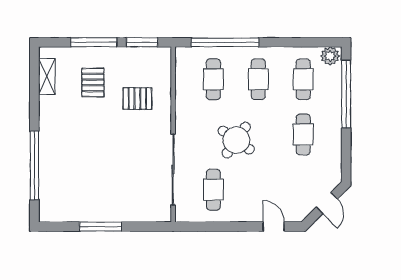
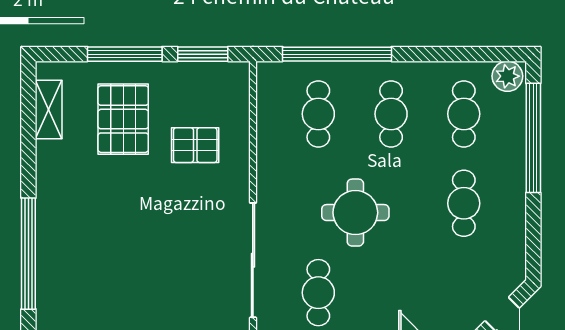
pallet: (93, 82) -> (123, 119), width x1.50, depth x1.42
round table: (236, 140) -> (355, 213), turned -35

